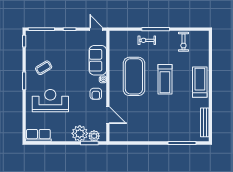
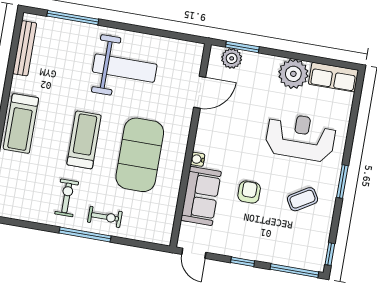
exercise bike: (183, 42) -> (67, 198), moved
armchair: (96, 94) -> (249, 192), moved
reception desk: (50, 101) -> (301, 137), turned 180
door: (108, 115) -> (200, 92), swing flipped
weight bench: (150, 121) -> (125, 68), added
plant: (80, 133) -> (293, 74), moved

